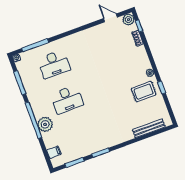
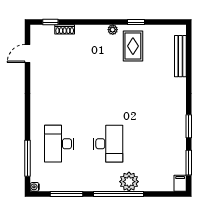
plant: (128, 20) -> (38, 32), removed
desk: (54, 64) -> (59, 144), turned 180
filing cabinet: (54, 152) -> (180, 183), moved

